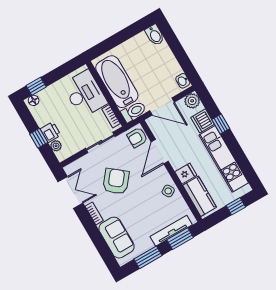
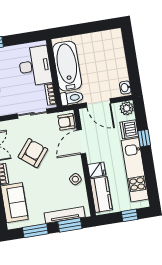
bidet: (155, 35) -> (116, 38), removed

